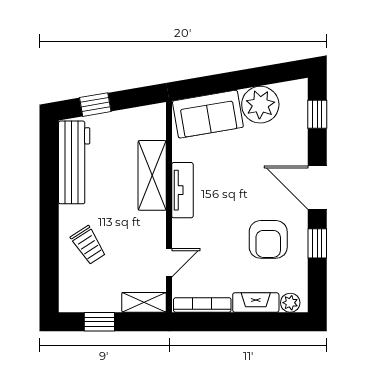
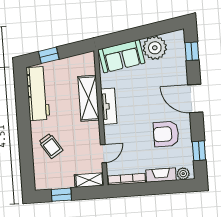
armchair: (268, 239) -> (166, 134), turned 90
window: (317, 243) -> (199, 151), moved

